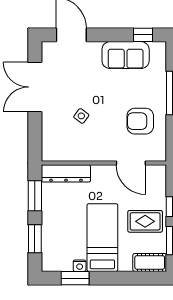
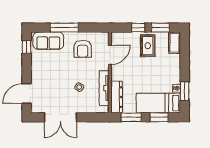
sofa: (126, 55) -> (48, 41), moved, turned 90
tv unit: (80, 154) -> (104, 88), added
bed: (102, 238) -> (158, 103), moved

